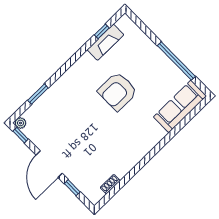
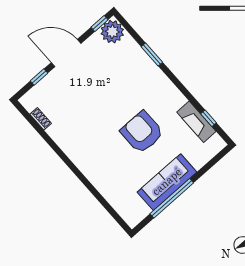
window: (38, 94) -> (152, 54), moved
sofa: (180, 106) -> (167, 182), moved, turned -90
plant: (20, 123) -> (112, 32), width x1.88, depth x1.88

